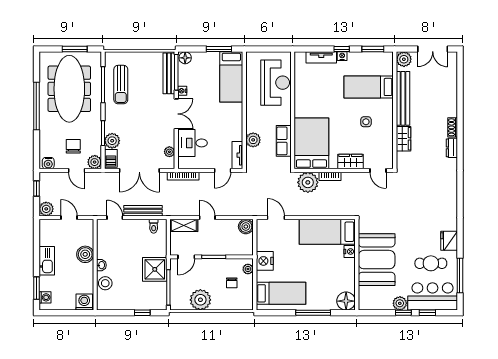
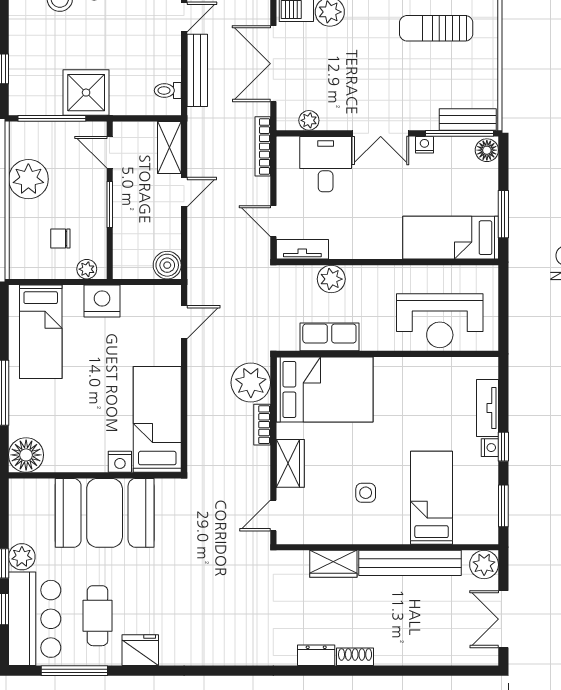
bench: (169, 73) -> (468, 119), width x0.73

